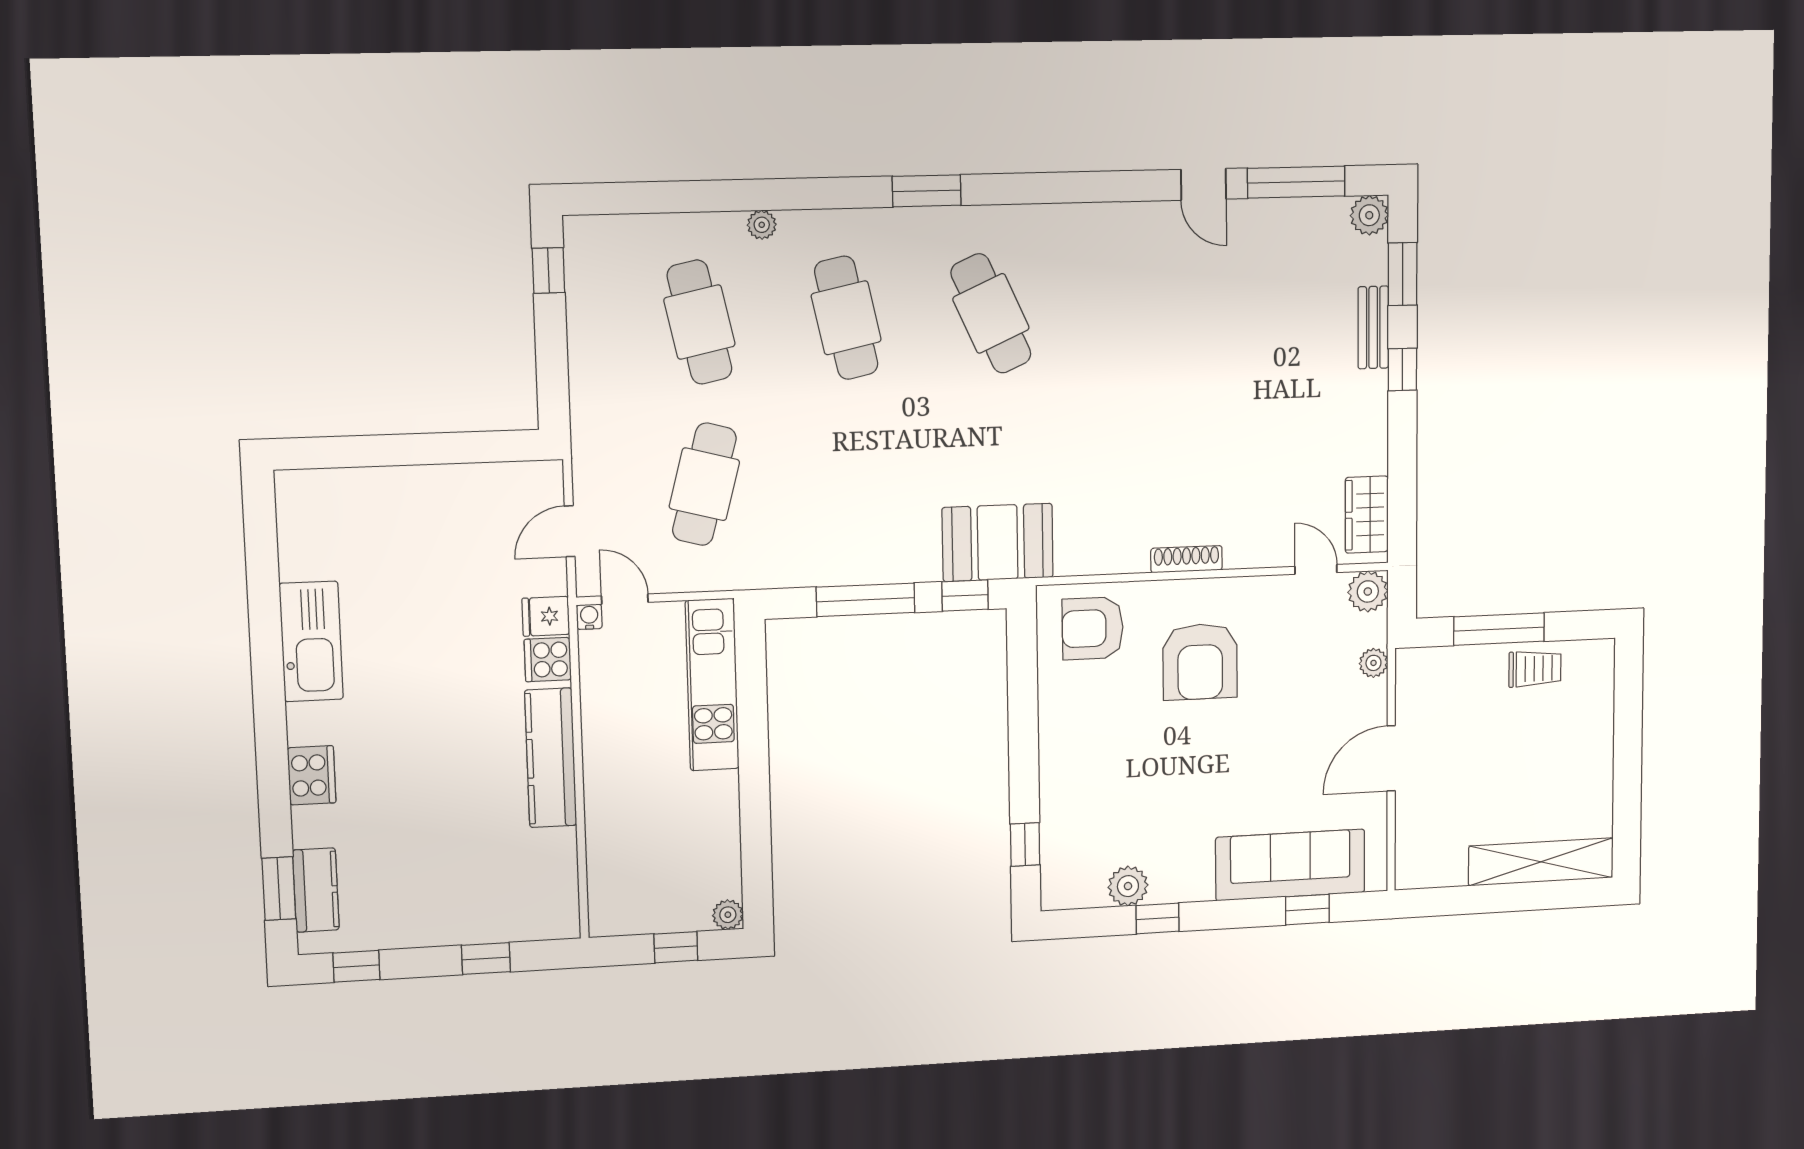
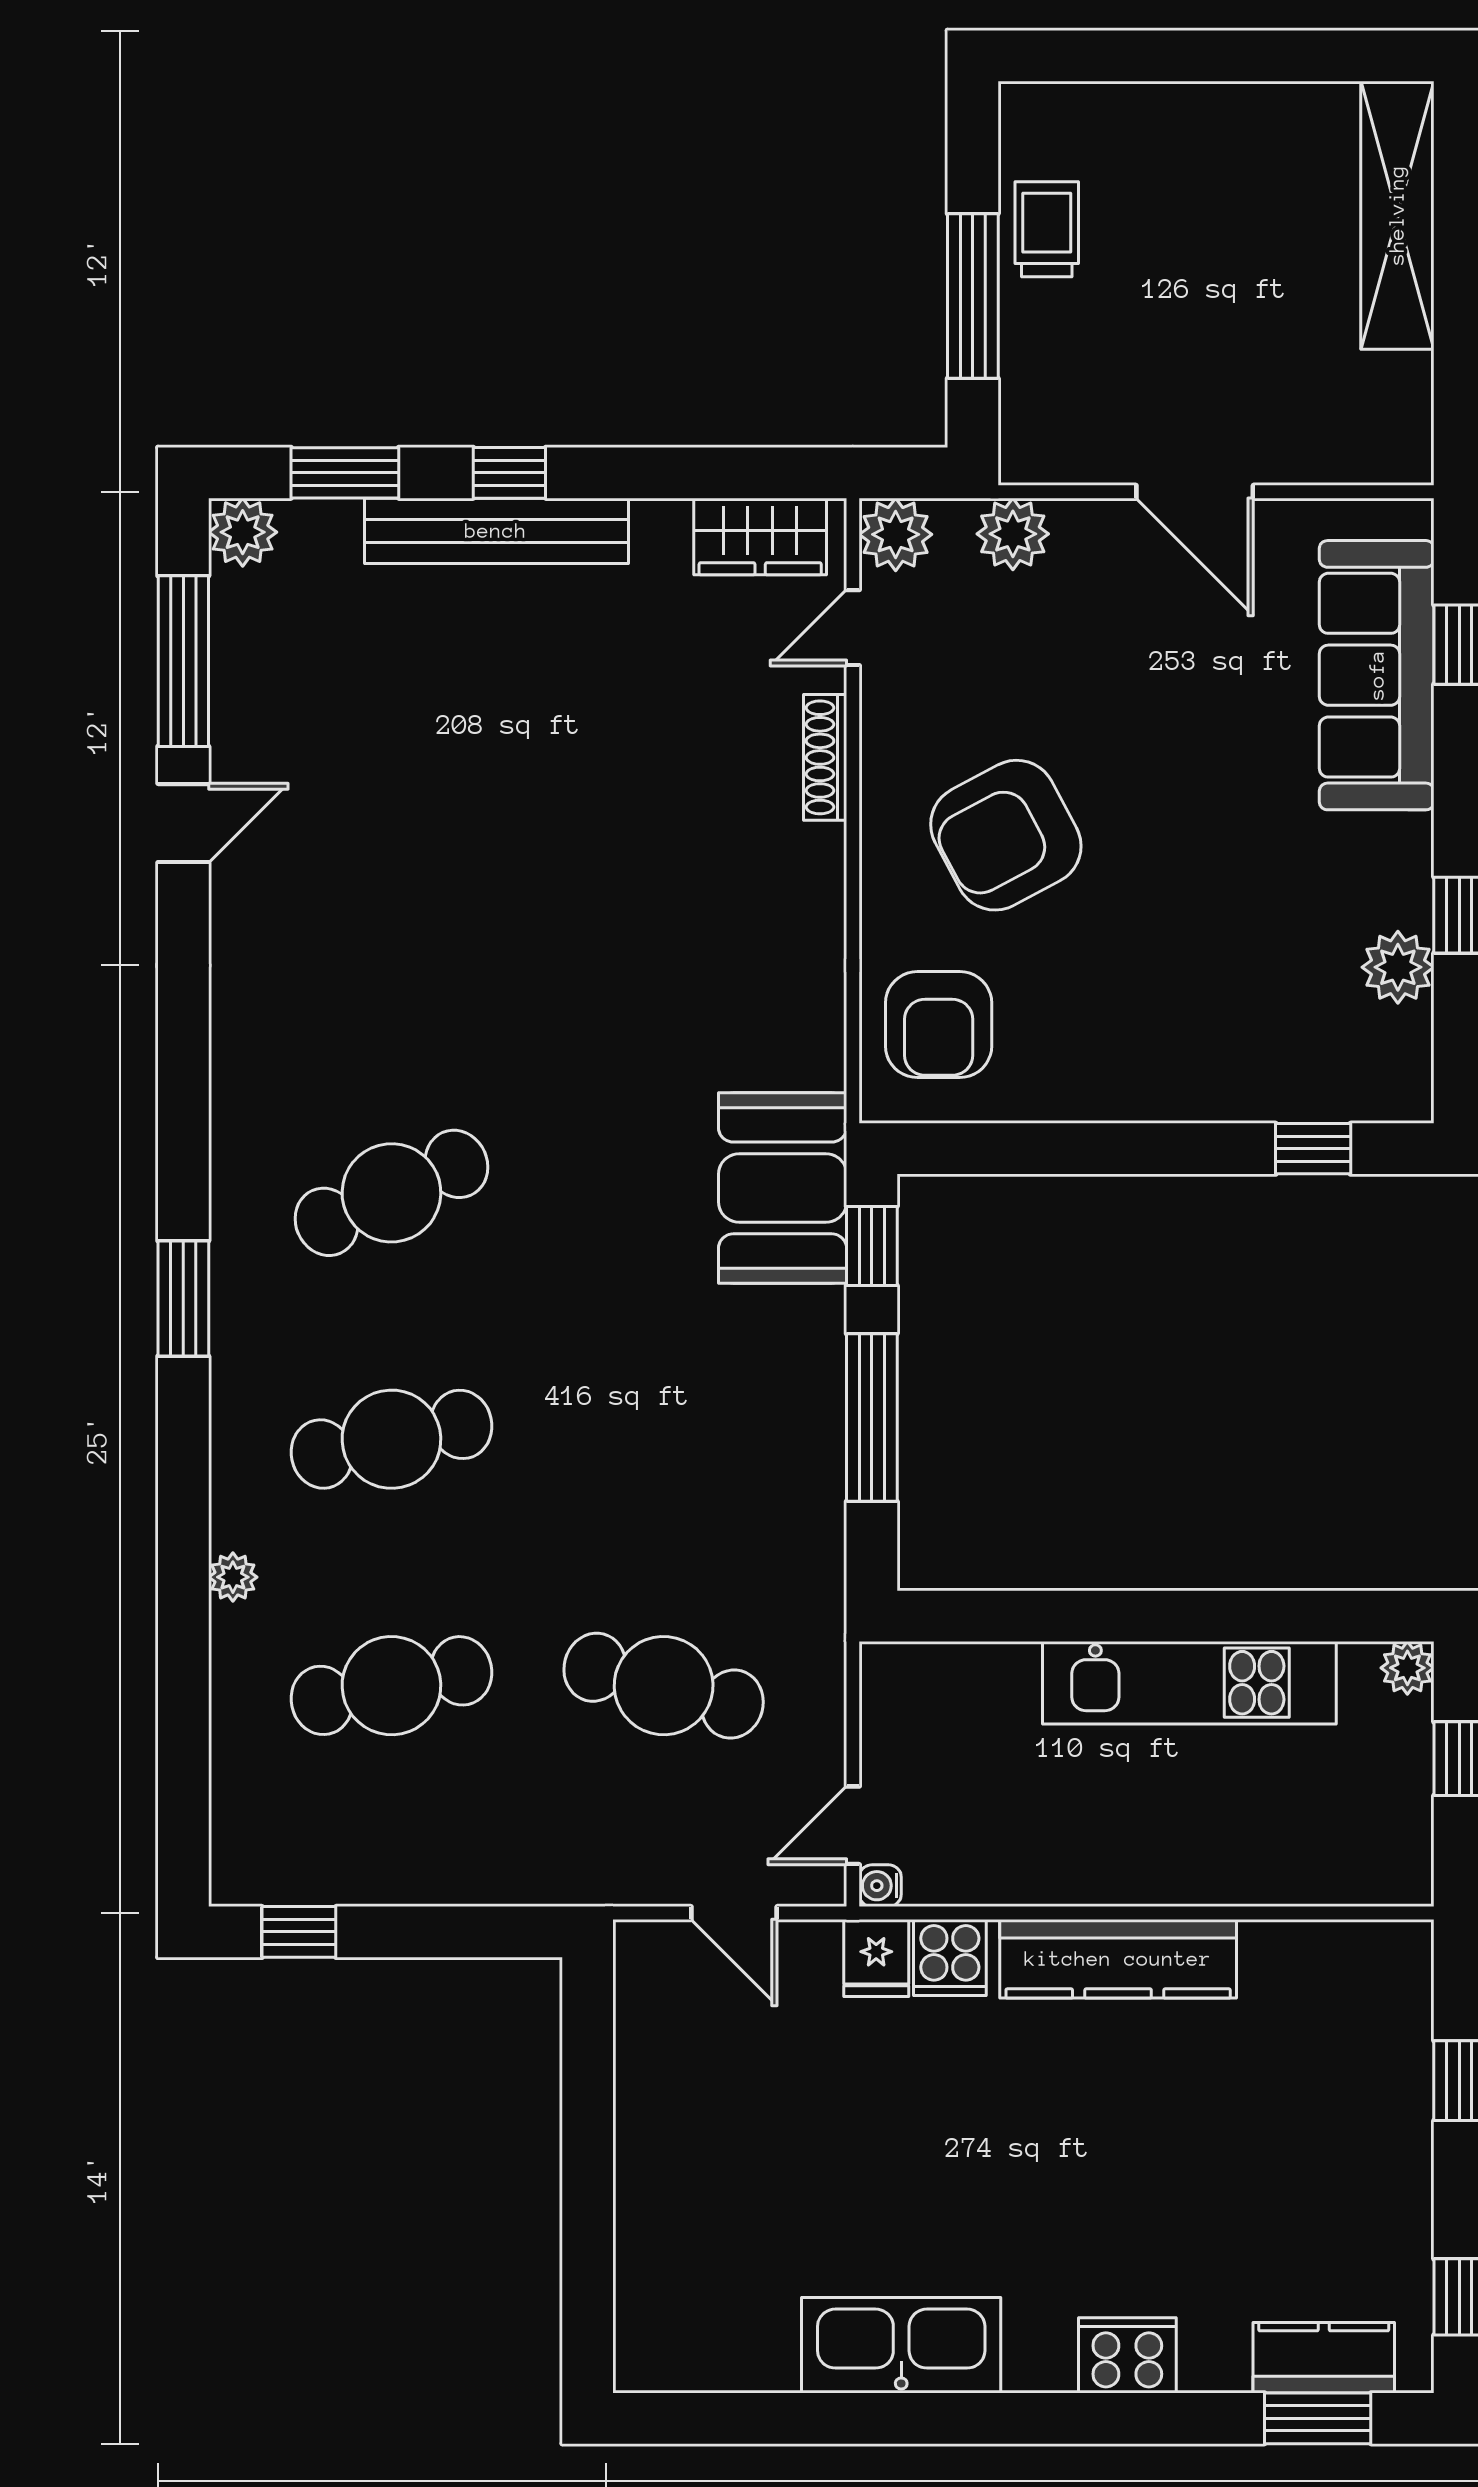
bench: (1373, 327) -> (496, 531), width x1.86, depth x1.21
shoe rack: (1187, 559) -> (825, 757), moved
armchair: (1200, 662) -> (1006, 835), turned 152
plant: (1373, 663) -> (1013, 534), width x1.38, depth x1.38
kitchen unit: (712, 685) -> (1189, 1683), moved

